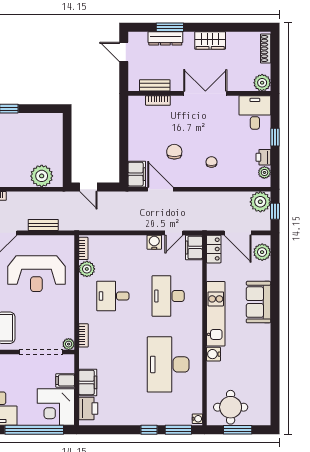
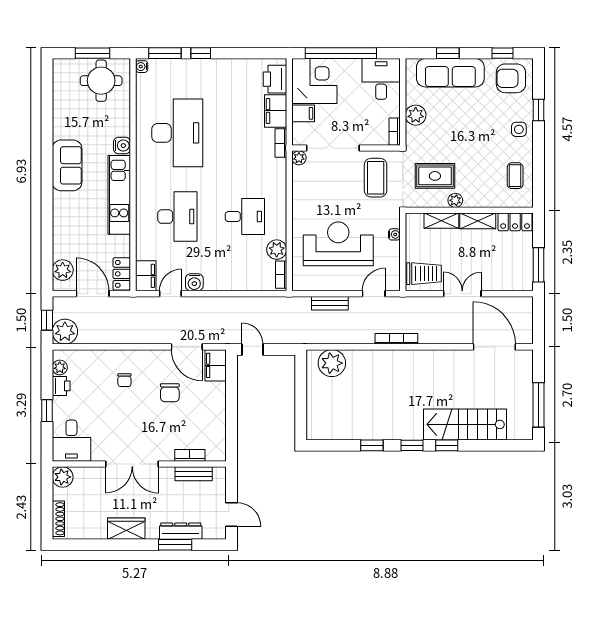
door: (88, 187) -> (252, 350), moved
sofa: (258, 302) -> (67, 165), moved
bookcase: (83, 335) -> (281, 143), moved

